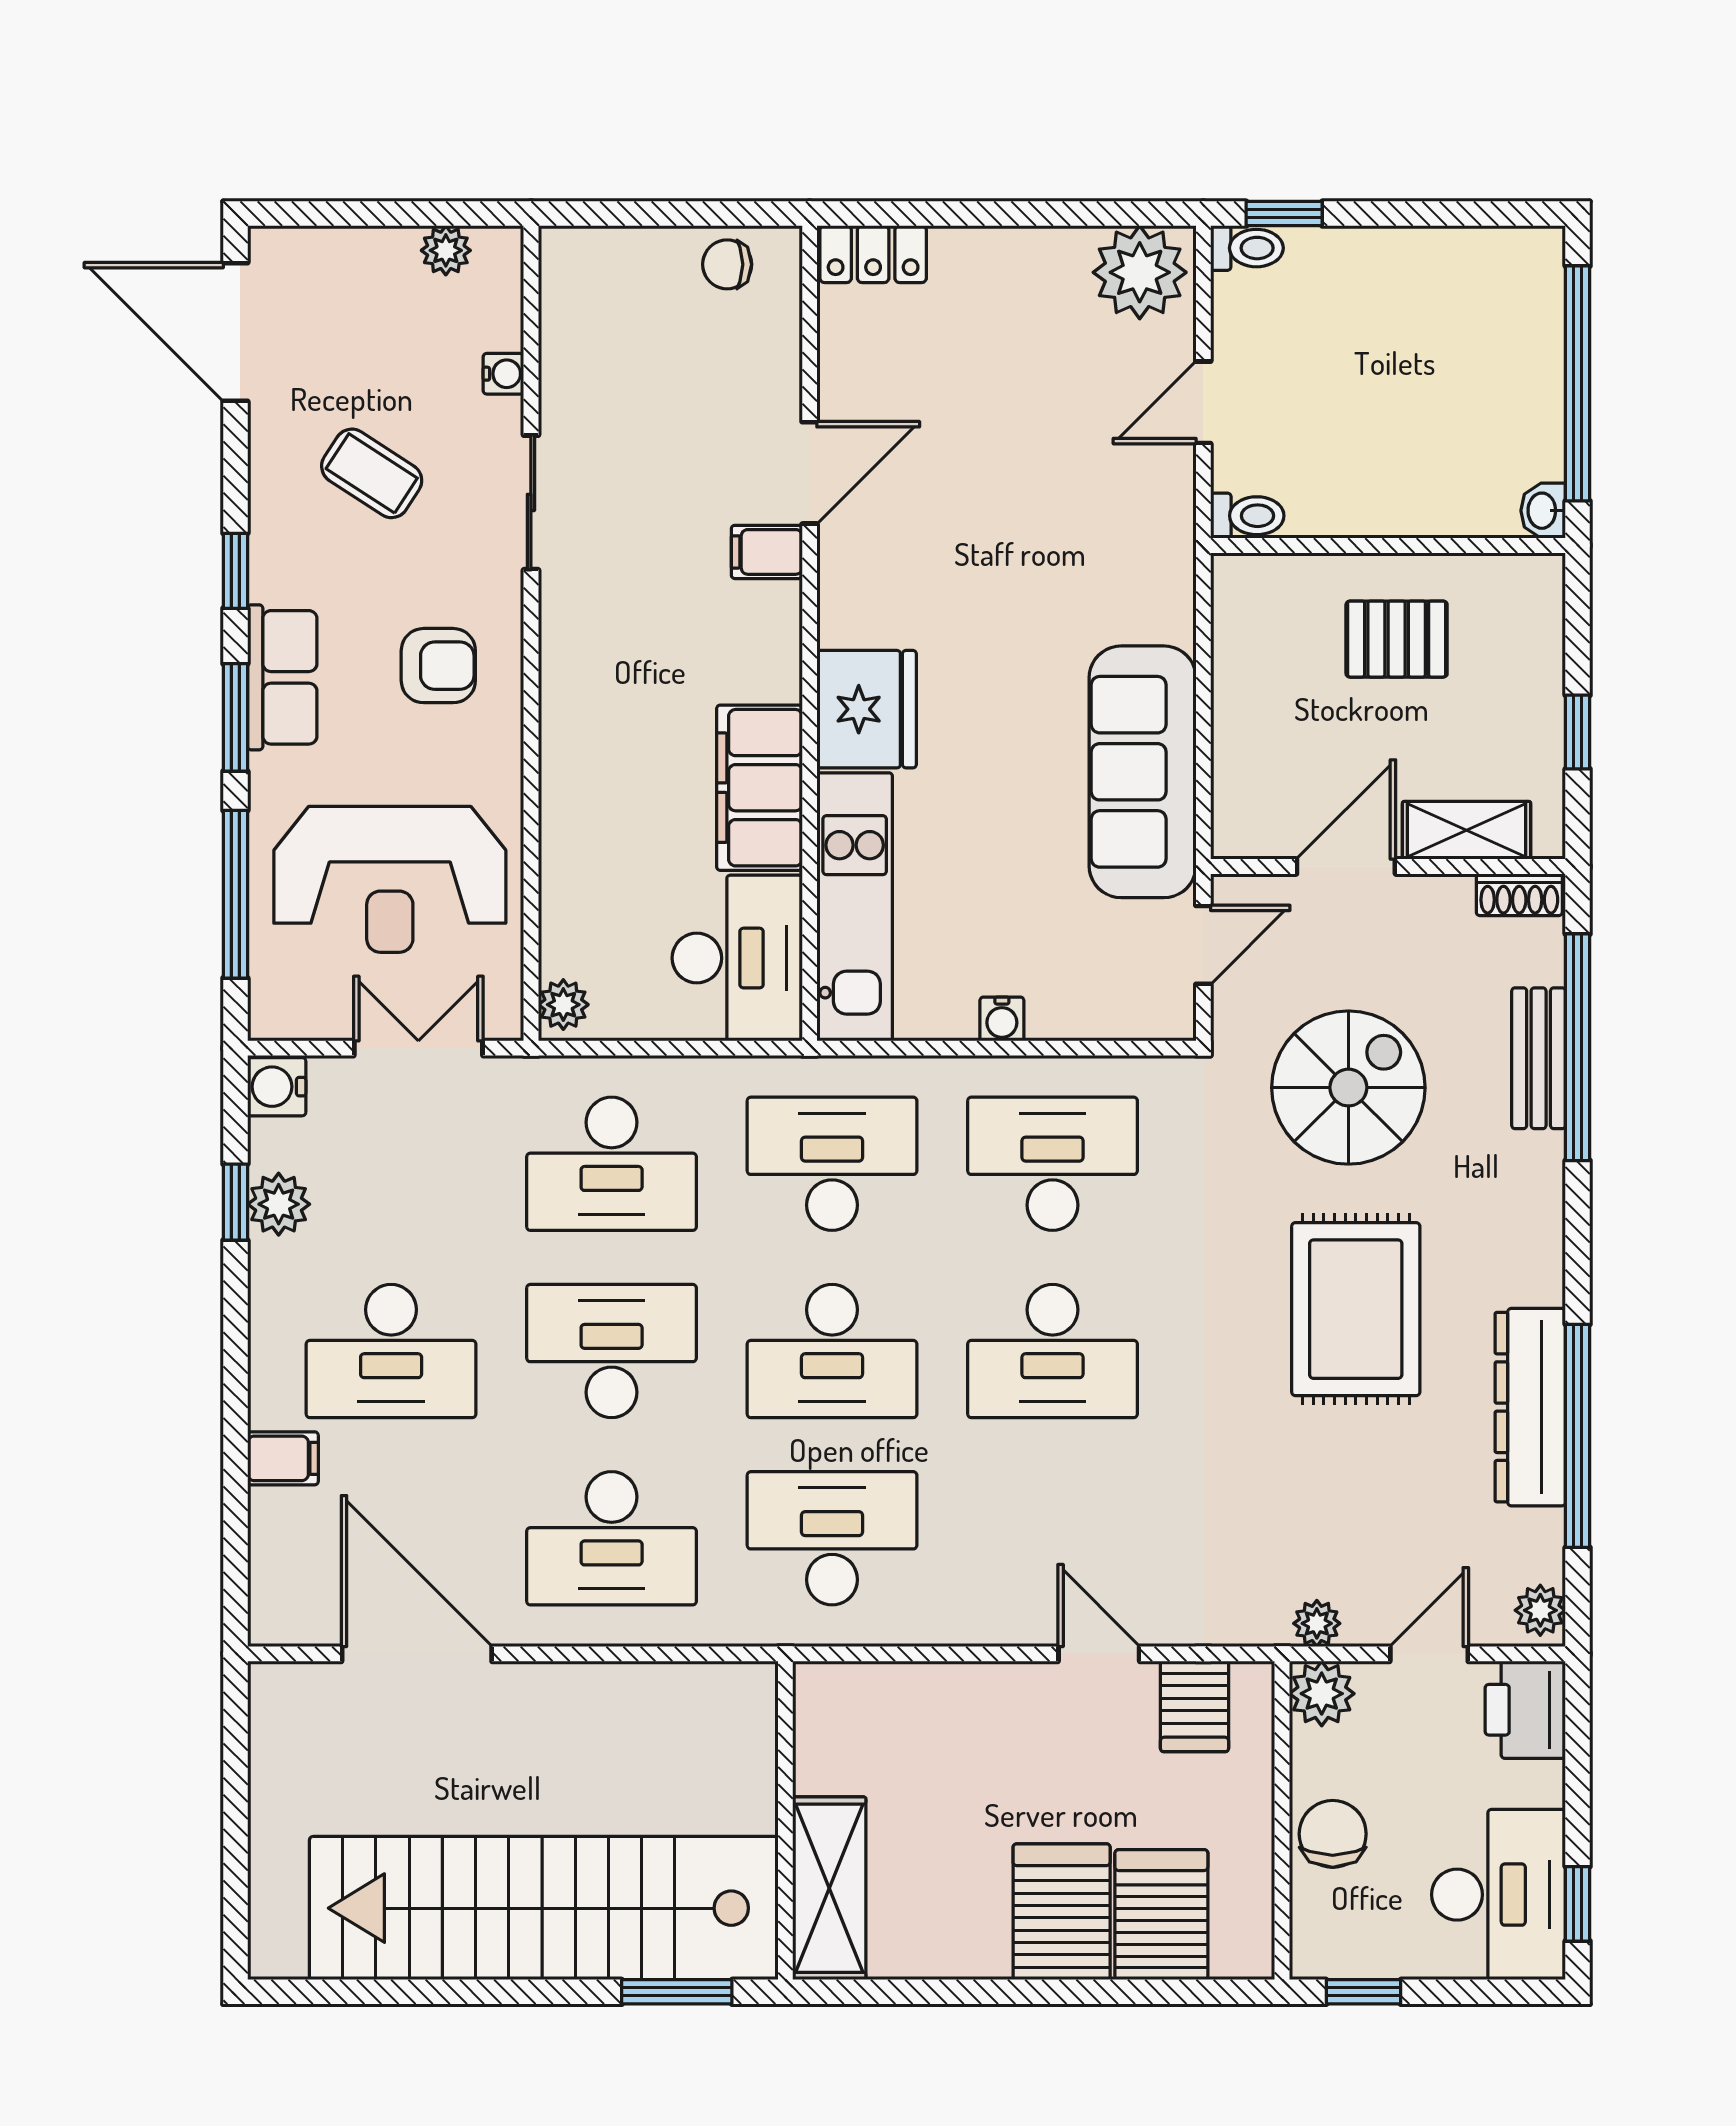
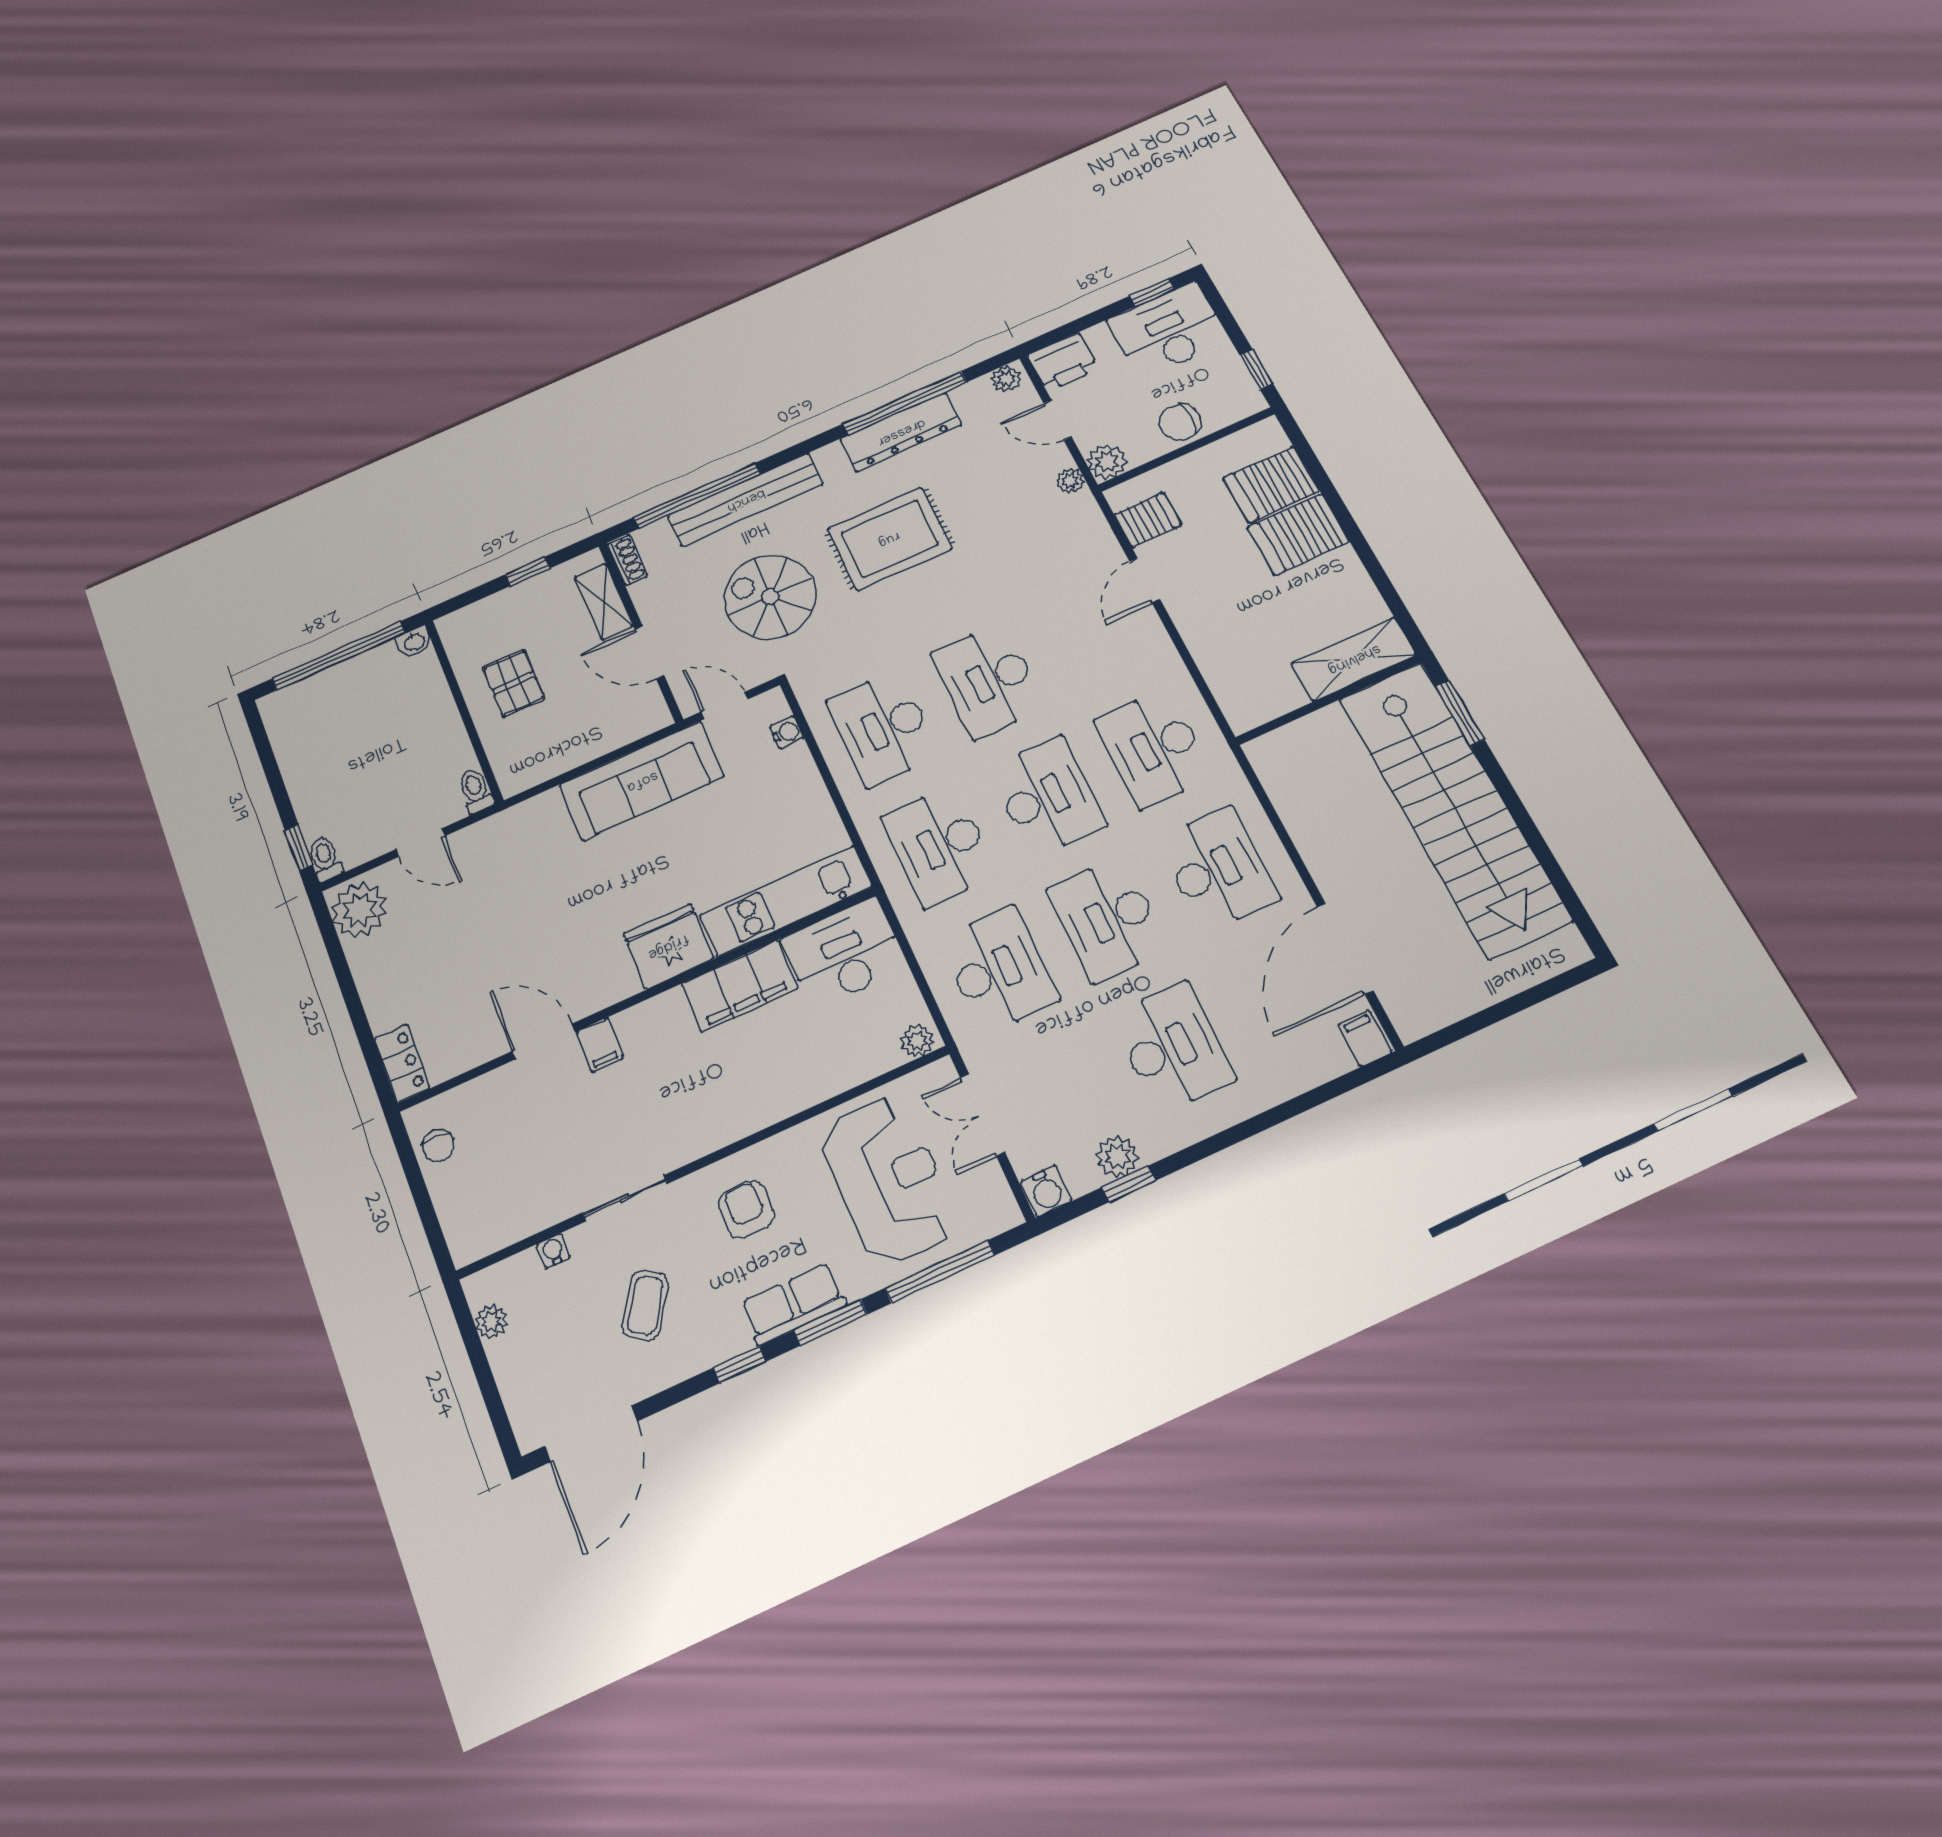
water cooler: (1002, 1019) -> (787, 732), moved
bench: (1539, 1058) -> (746, 500), width x1.86, depth x1.21
desk: (1053, 1351) -> (988, 680), turned 180
filing cabinet: (283, 1458) -> (1365, 1038), moved

